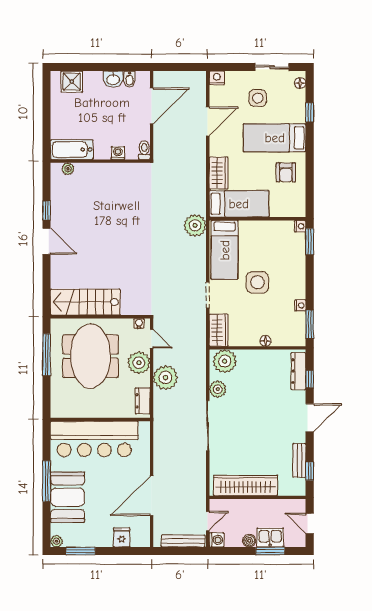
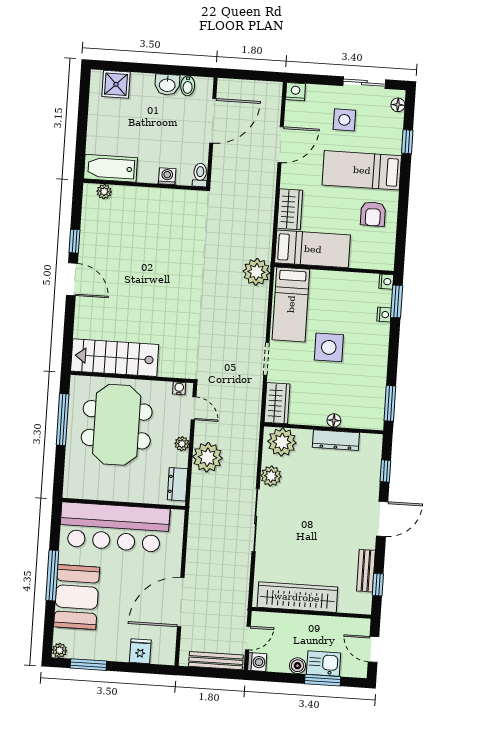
nightstand: (300, 305) -> (384, 314), moved
plant: (139, 363) -> (182, 444), width x0.53, depth x0.53
dresser: (298, 371) -> (336, 440), moved, turned -90

